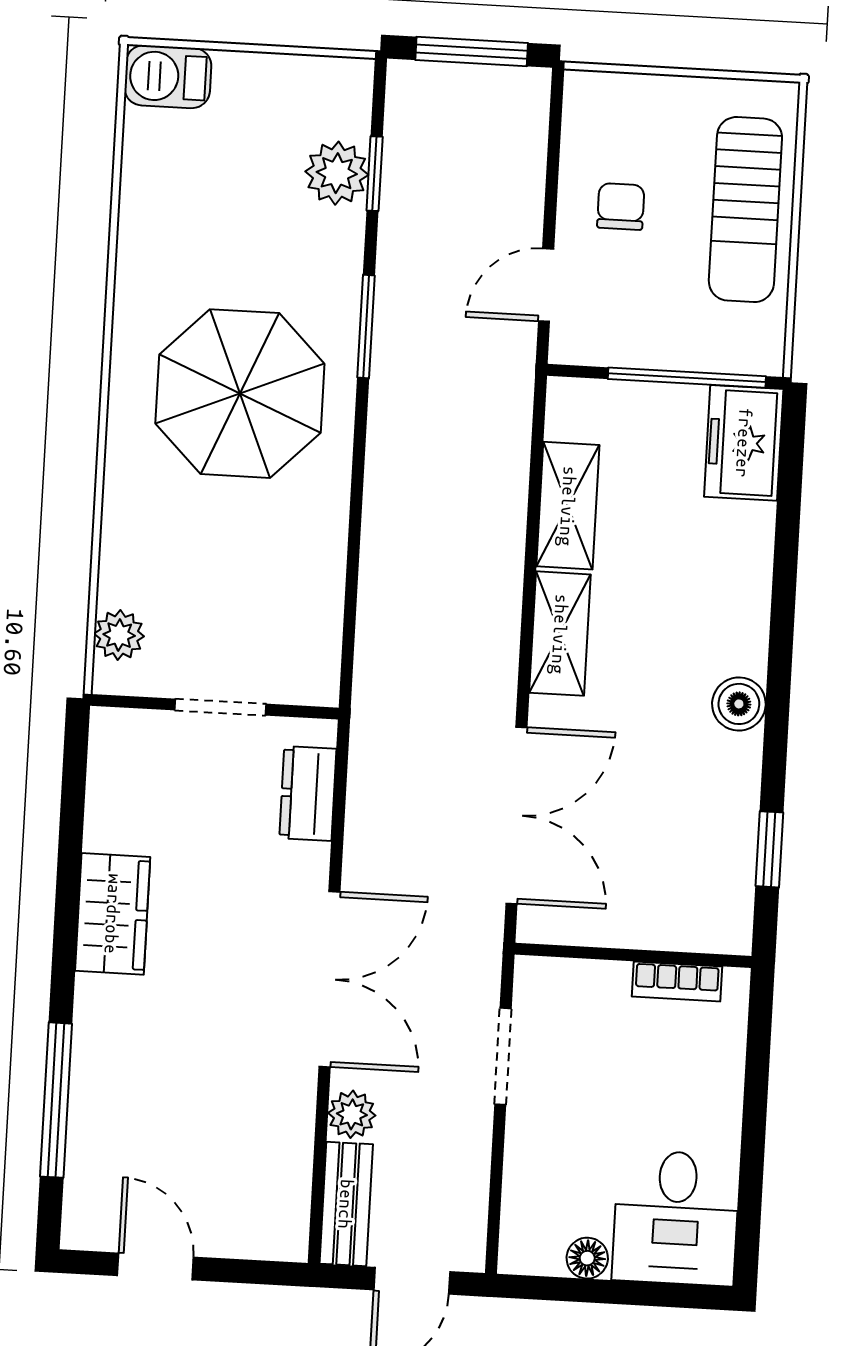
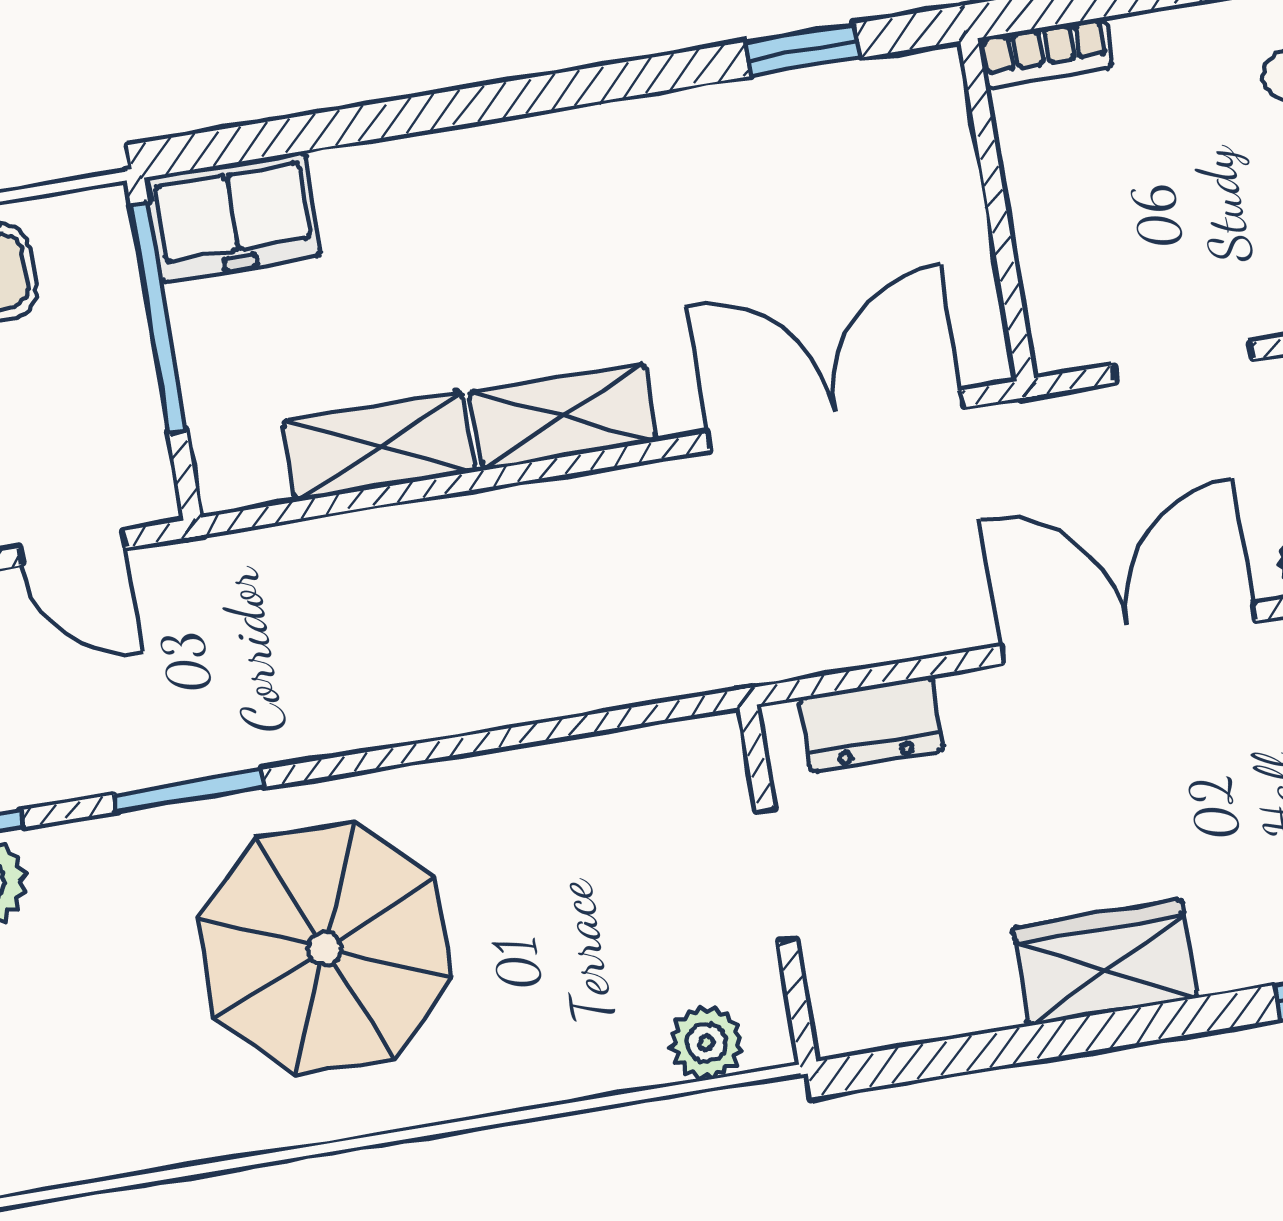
boiler: (739, 704) -> (606, 140), removed
bookcase: (677, 981) -> (1045, 53), moved, turned 90

